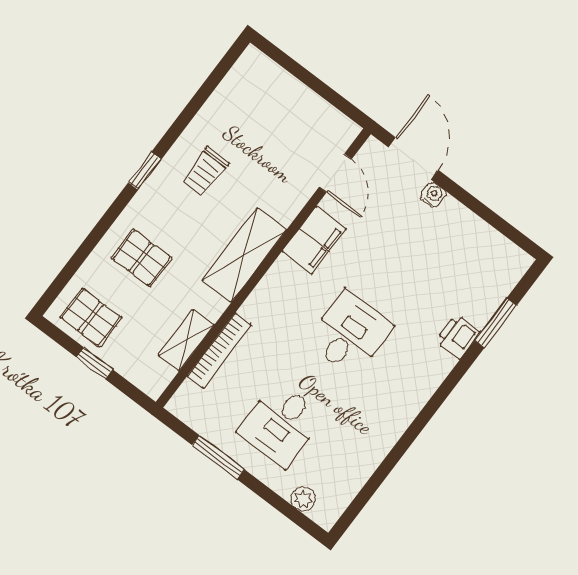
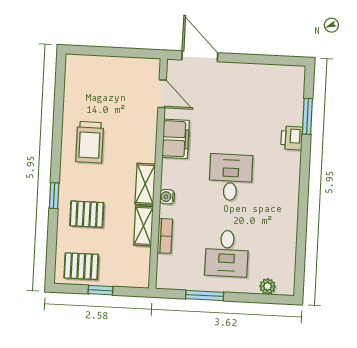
window: (145, 171) -> (54, 196), moved
trolley: (205, 172) -> (90, 142), width x1.36, depth x1.39
water cooler: (433, 195) -> (167, 197), moved, turned -90
shelving: (244, 255) -> (145, 184), width x0.67, depth x0.75
shelving: (186, 340) -> (143, 226), moved
bookcase: (219, 351) -> (165, 236), width x0.64

